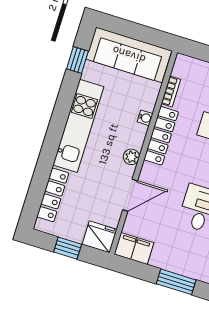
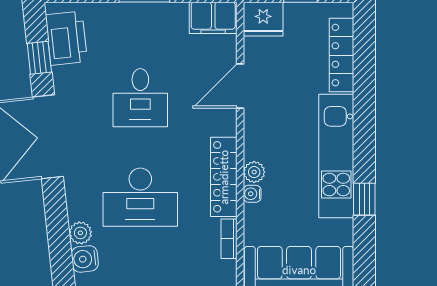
window: (77, 60) -> (364, 199), moved
plant: (131, 157) -> (254, 172), moved

